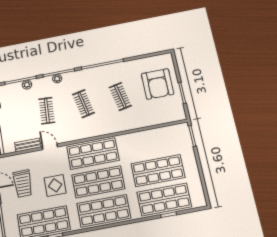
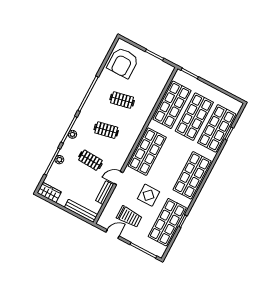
armchair: (158, 84) -> (123, 63), moved, turned 90
shop shelf: (98, 182) -> (172, 105), moved

